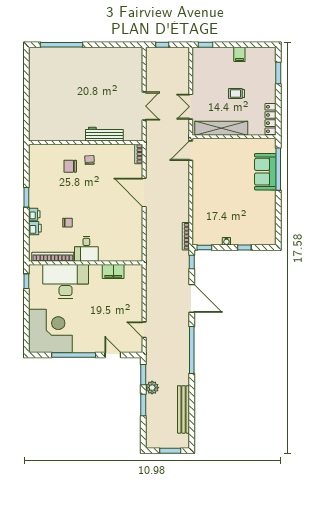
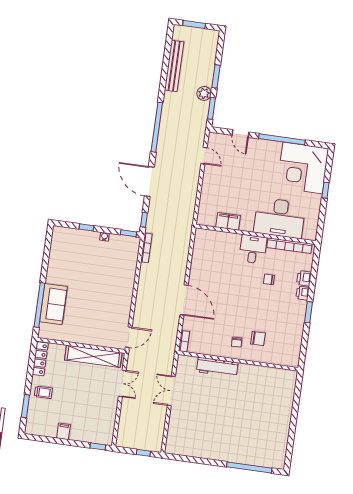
trolley: (237, 93) -> (43, 392), moved
window: (26, 281) -> (325, 190), moved

